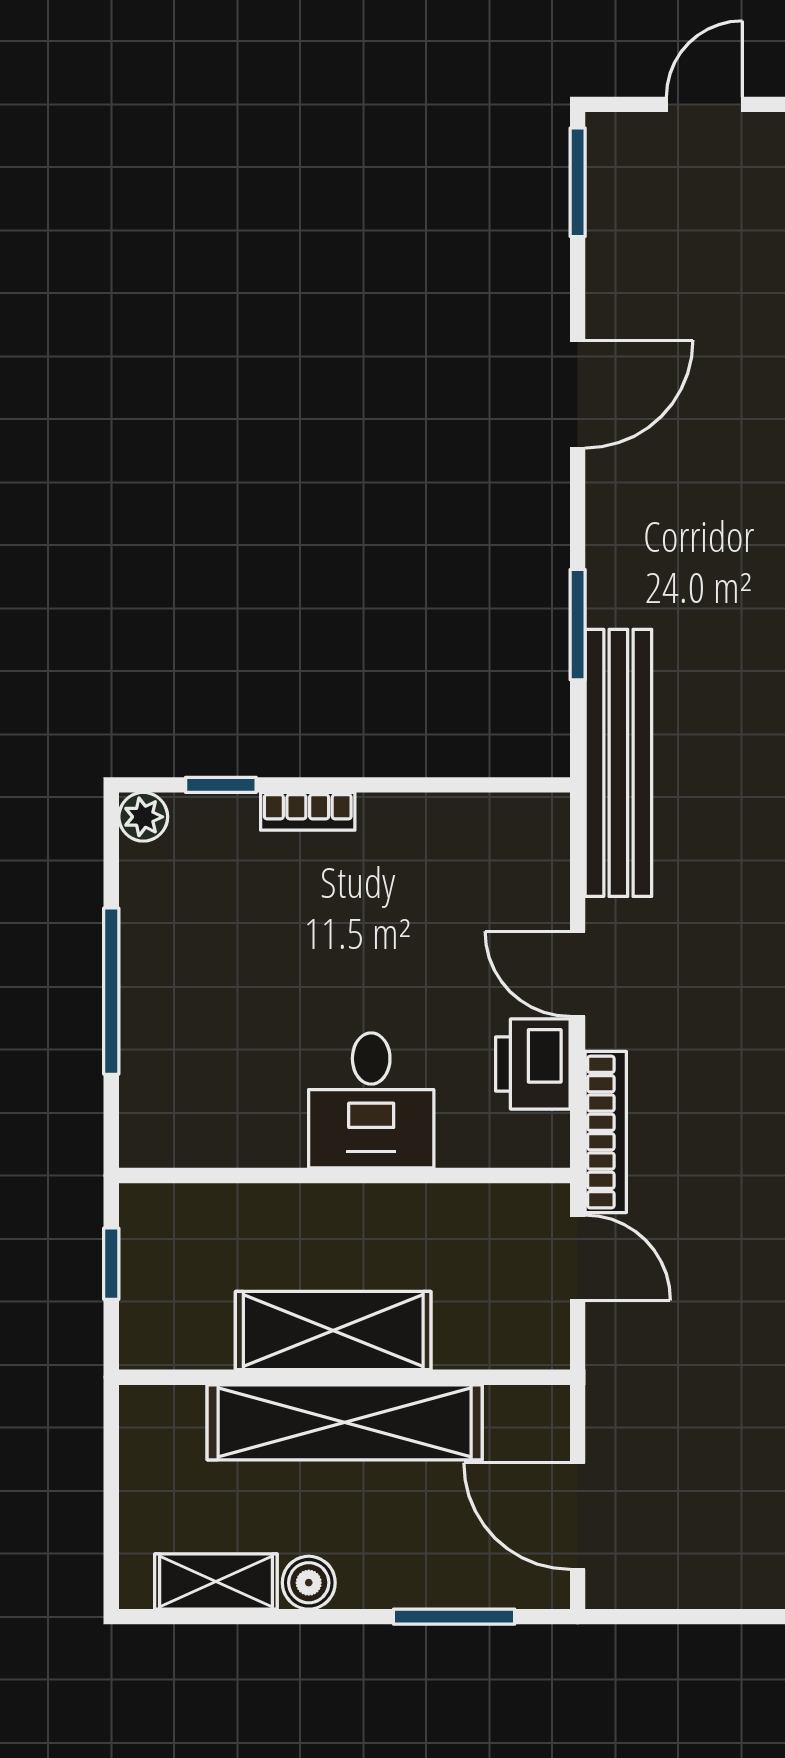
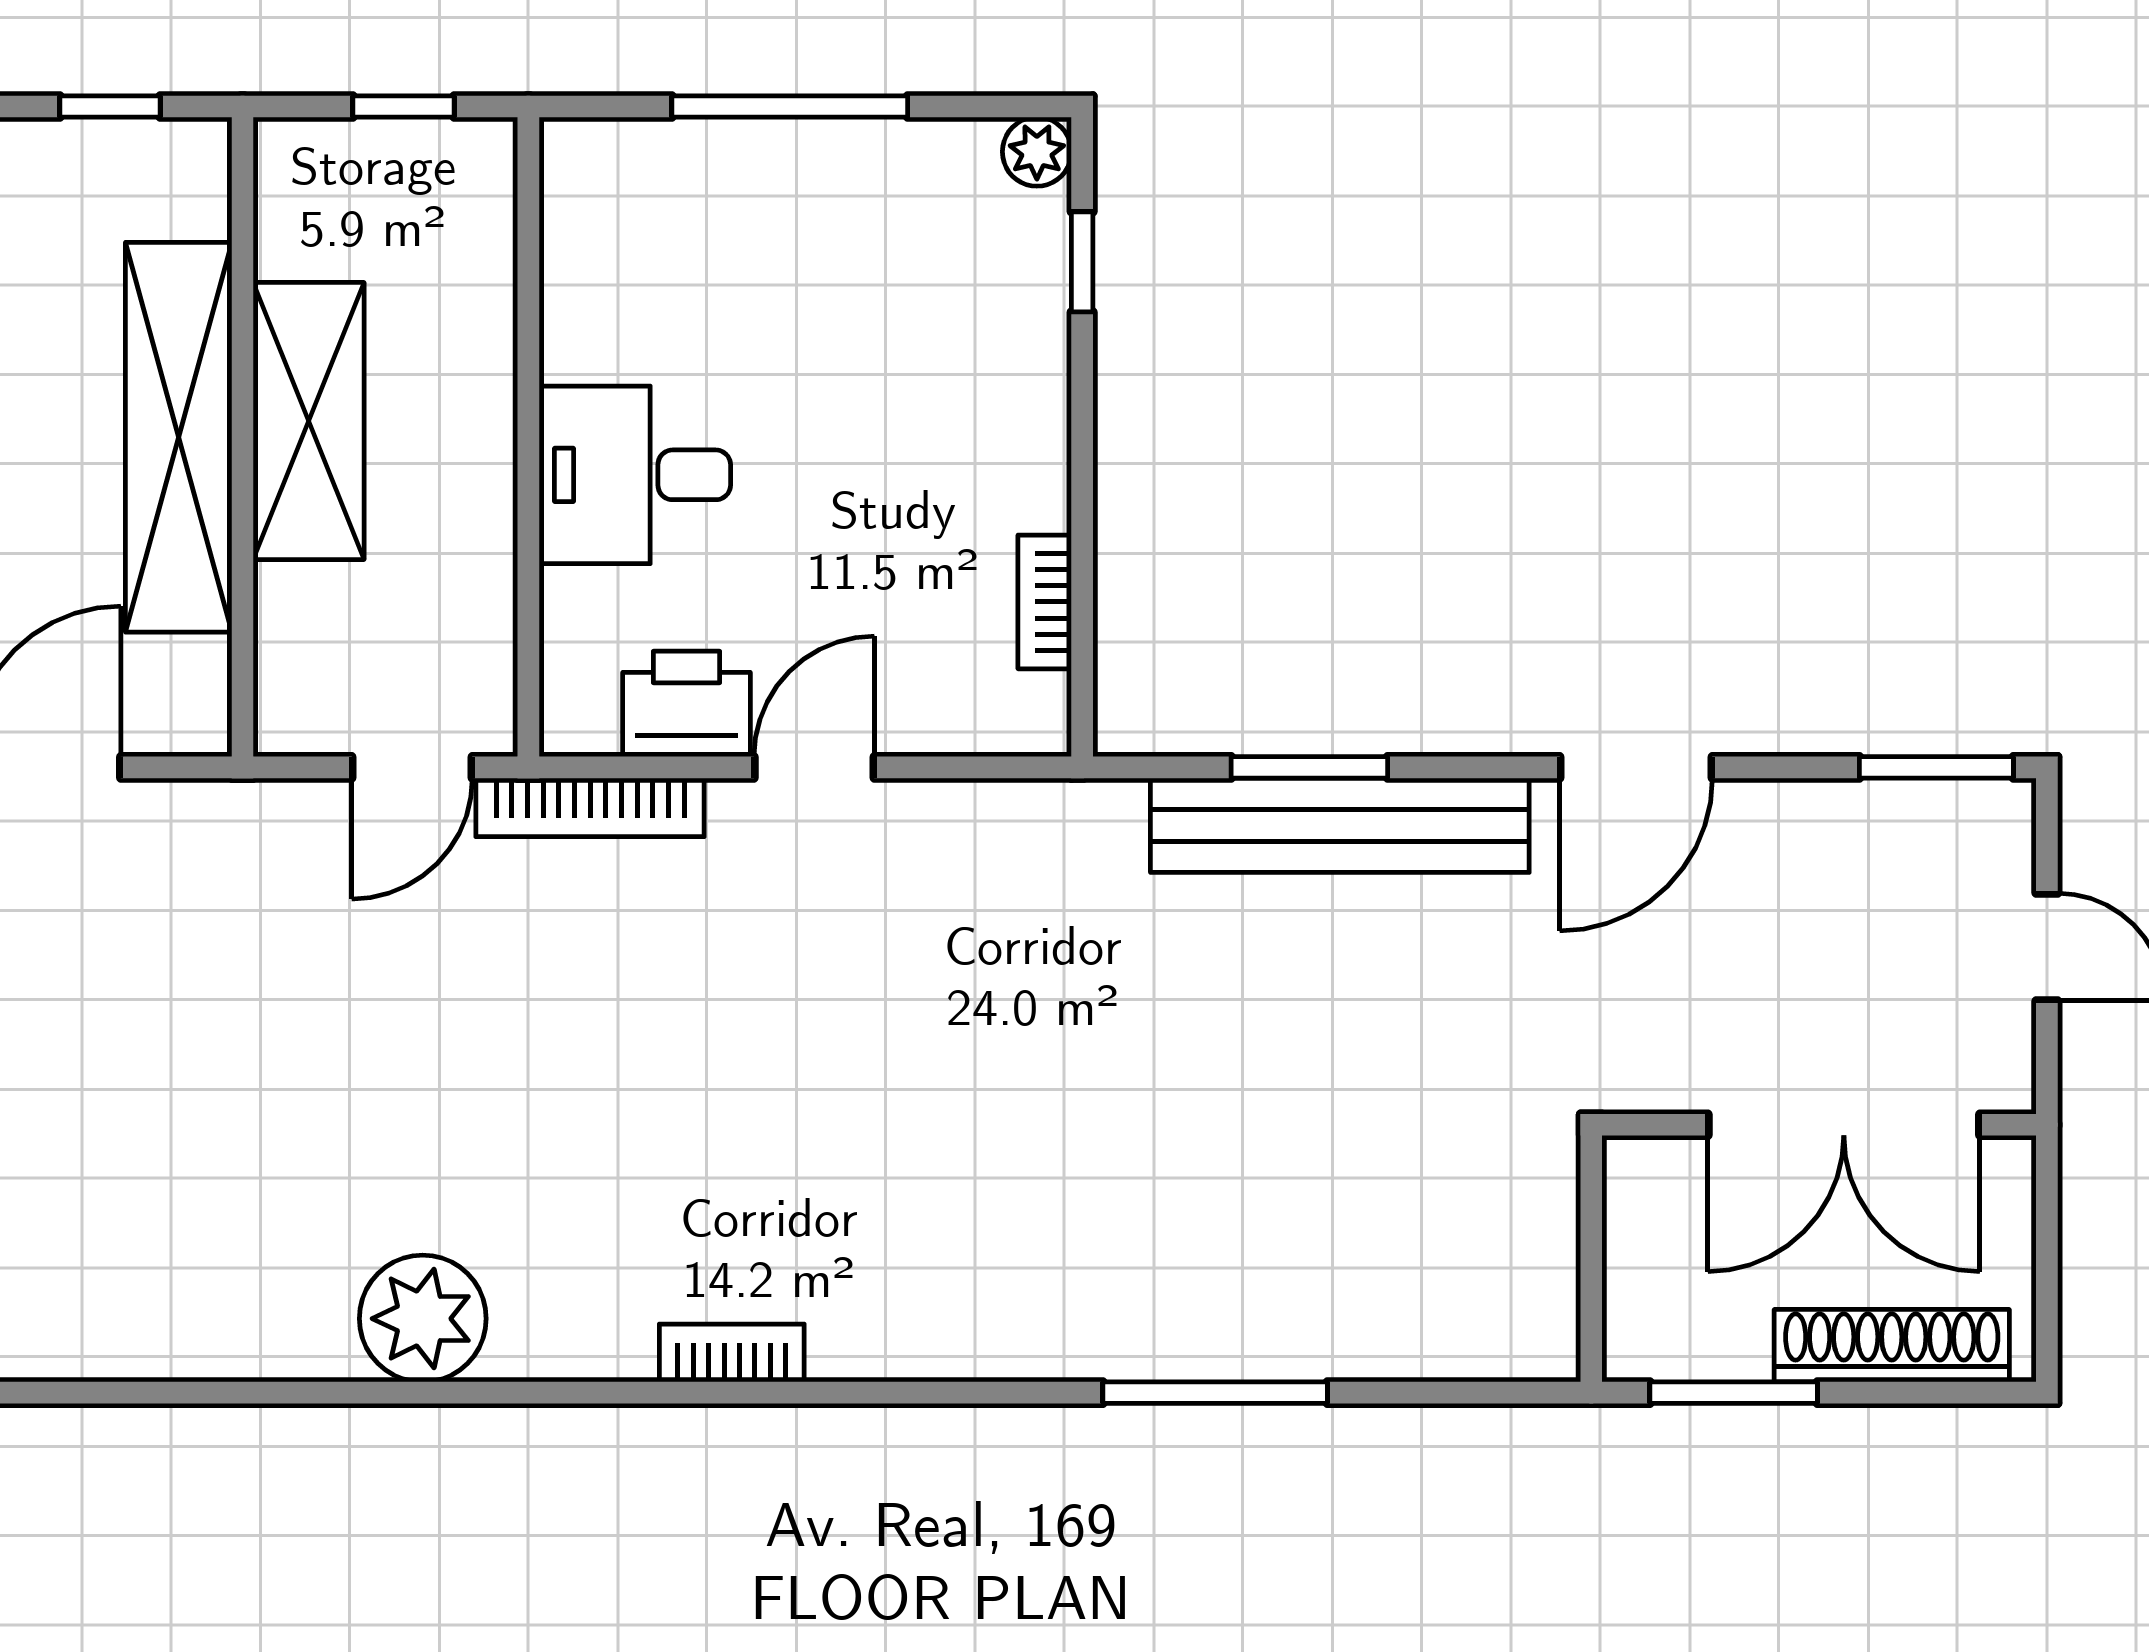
door: (578, 394) -> (1636, 767), hinge flipped
bench: (618, 763) -> (1340, 825), moved
bookcase: (308, 811) -> (1045, 602), moved
window: (111, 1471) -> (110, 106), added

